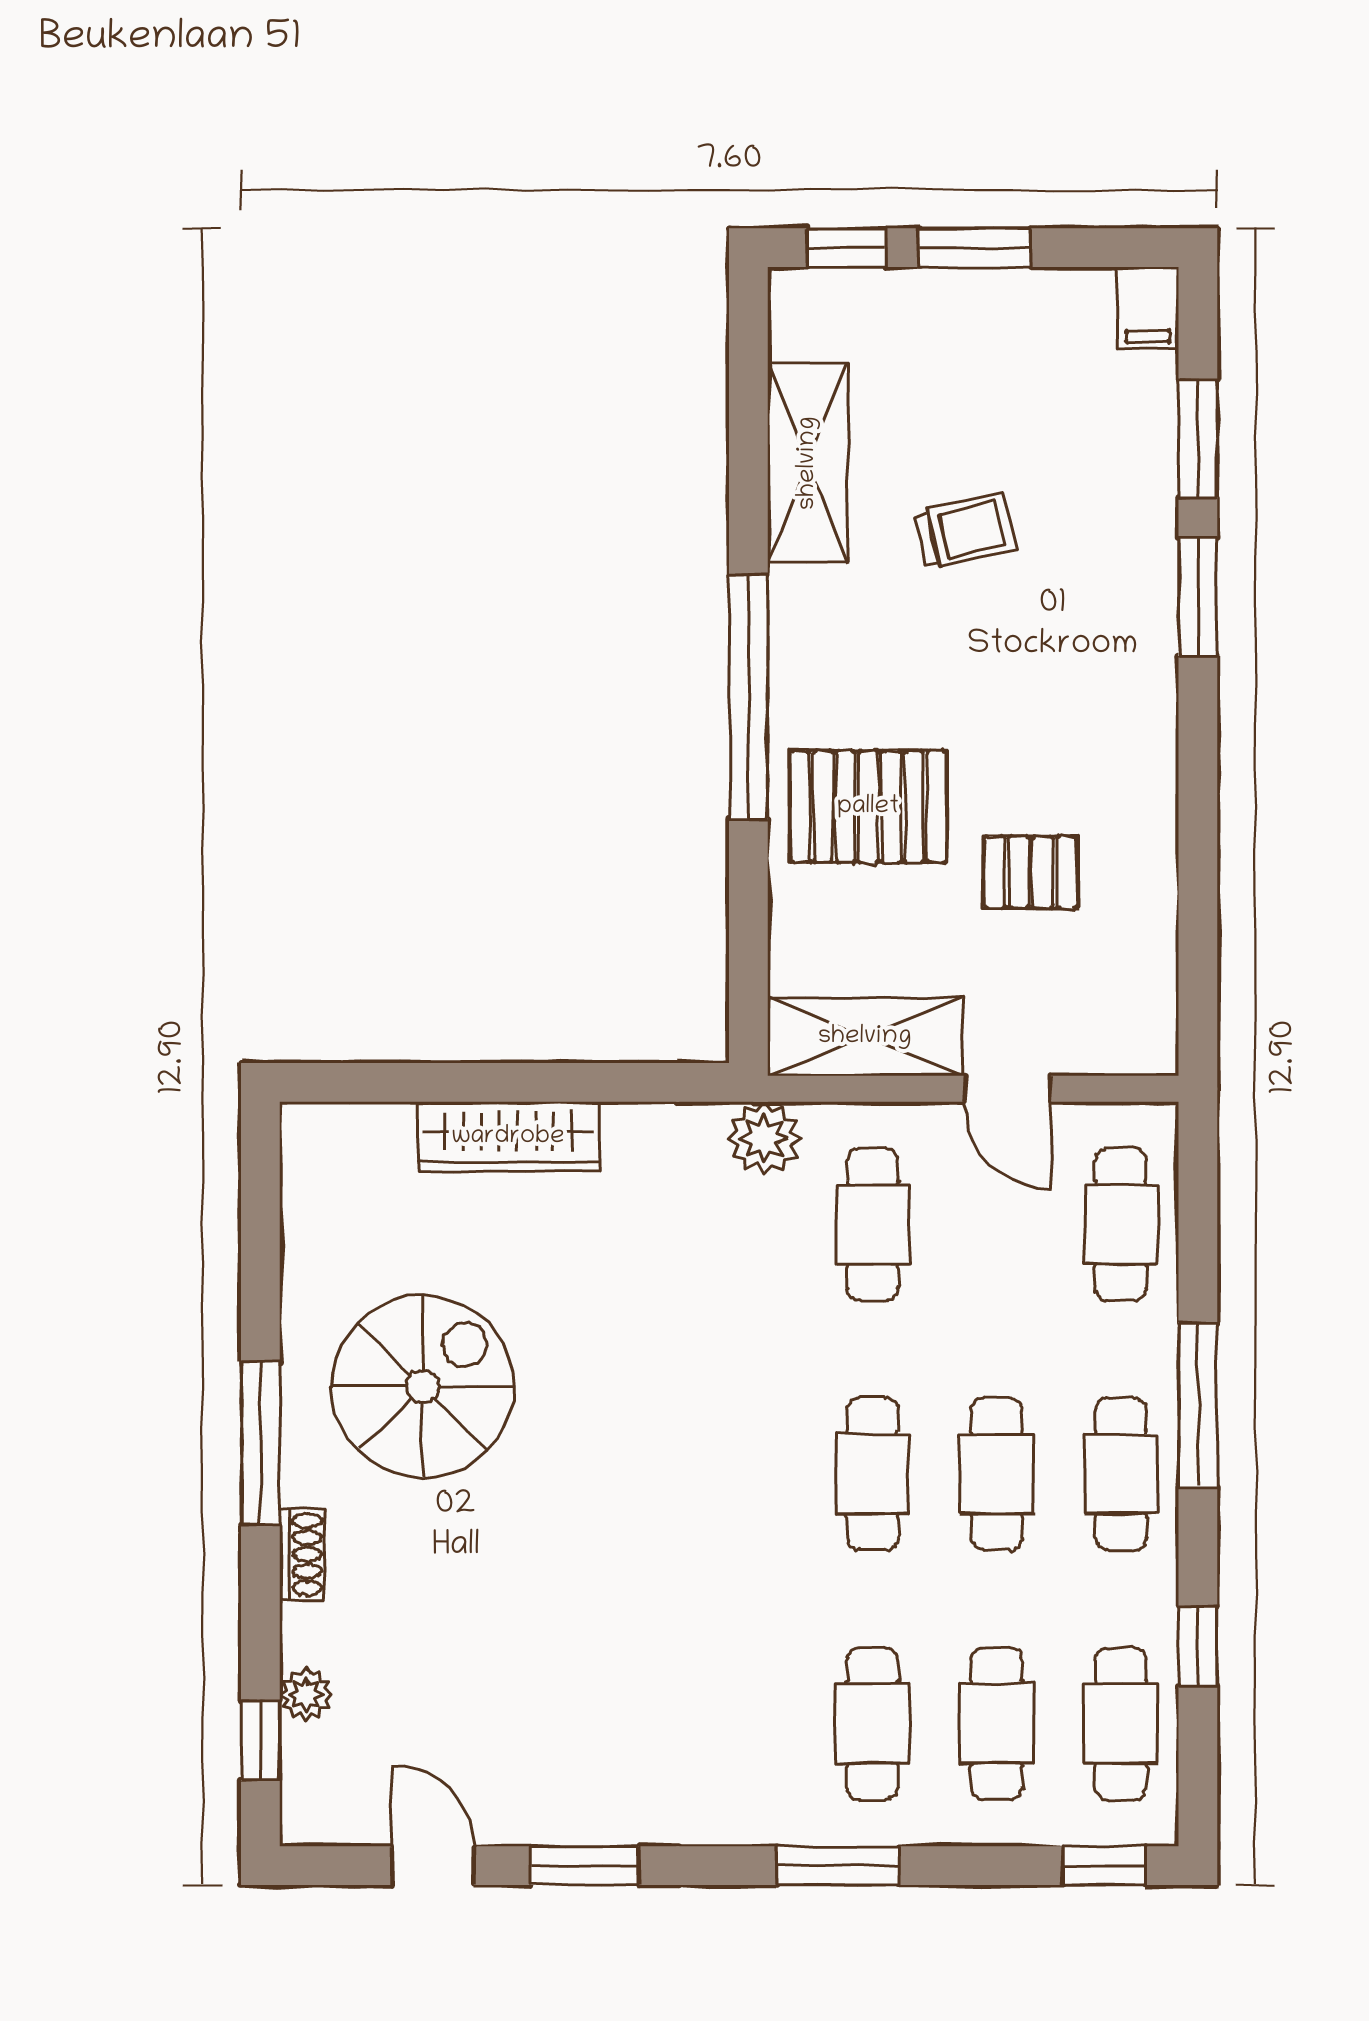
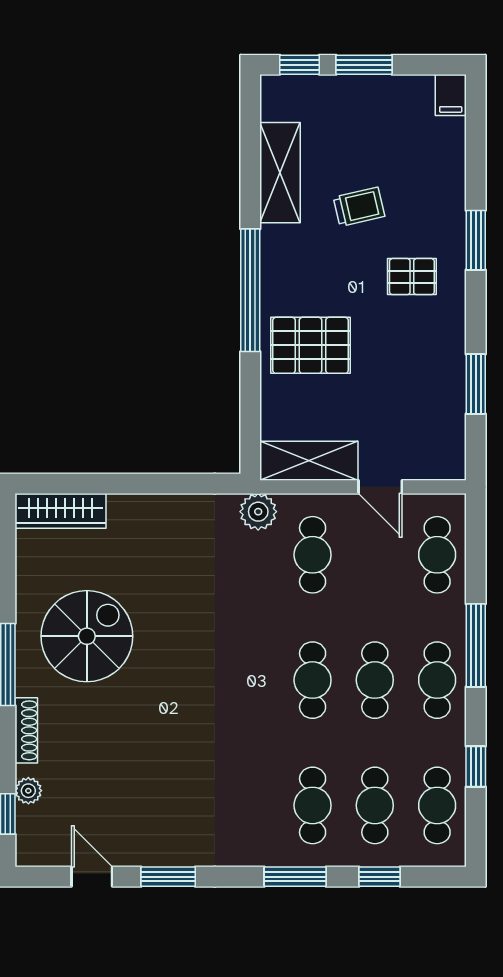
window: (1198, 439) -> (476, 384), moved
pallet: (1031, 872) -> (412, 277), moved
wardrobe: (508, 1137) -> (60, 511), moved
shoe rack: (302, 1554) -> (26, 730), width x1.43
window: (1104, 1866) -> (379, 877), moved

